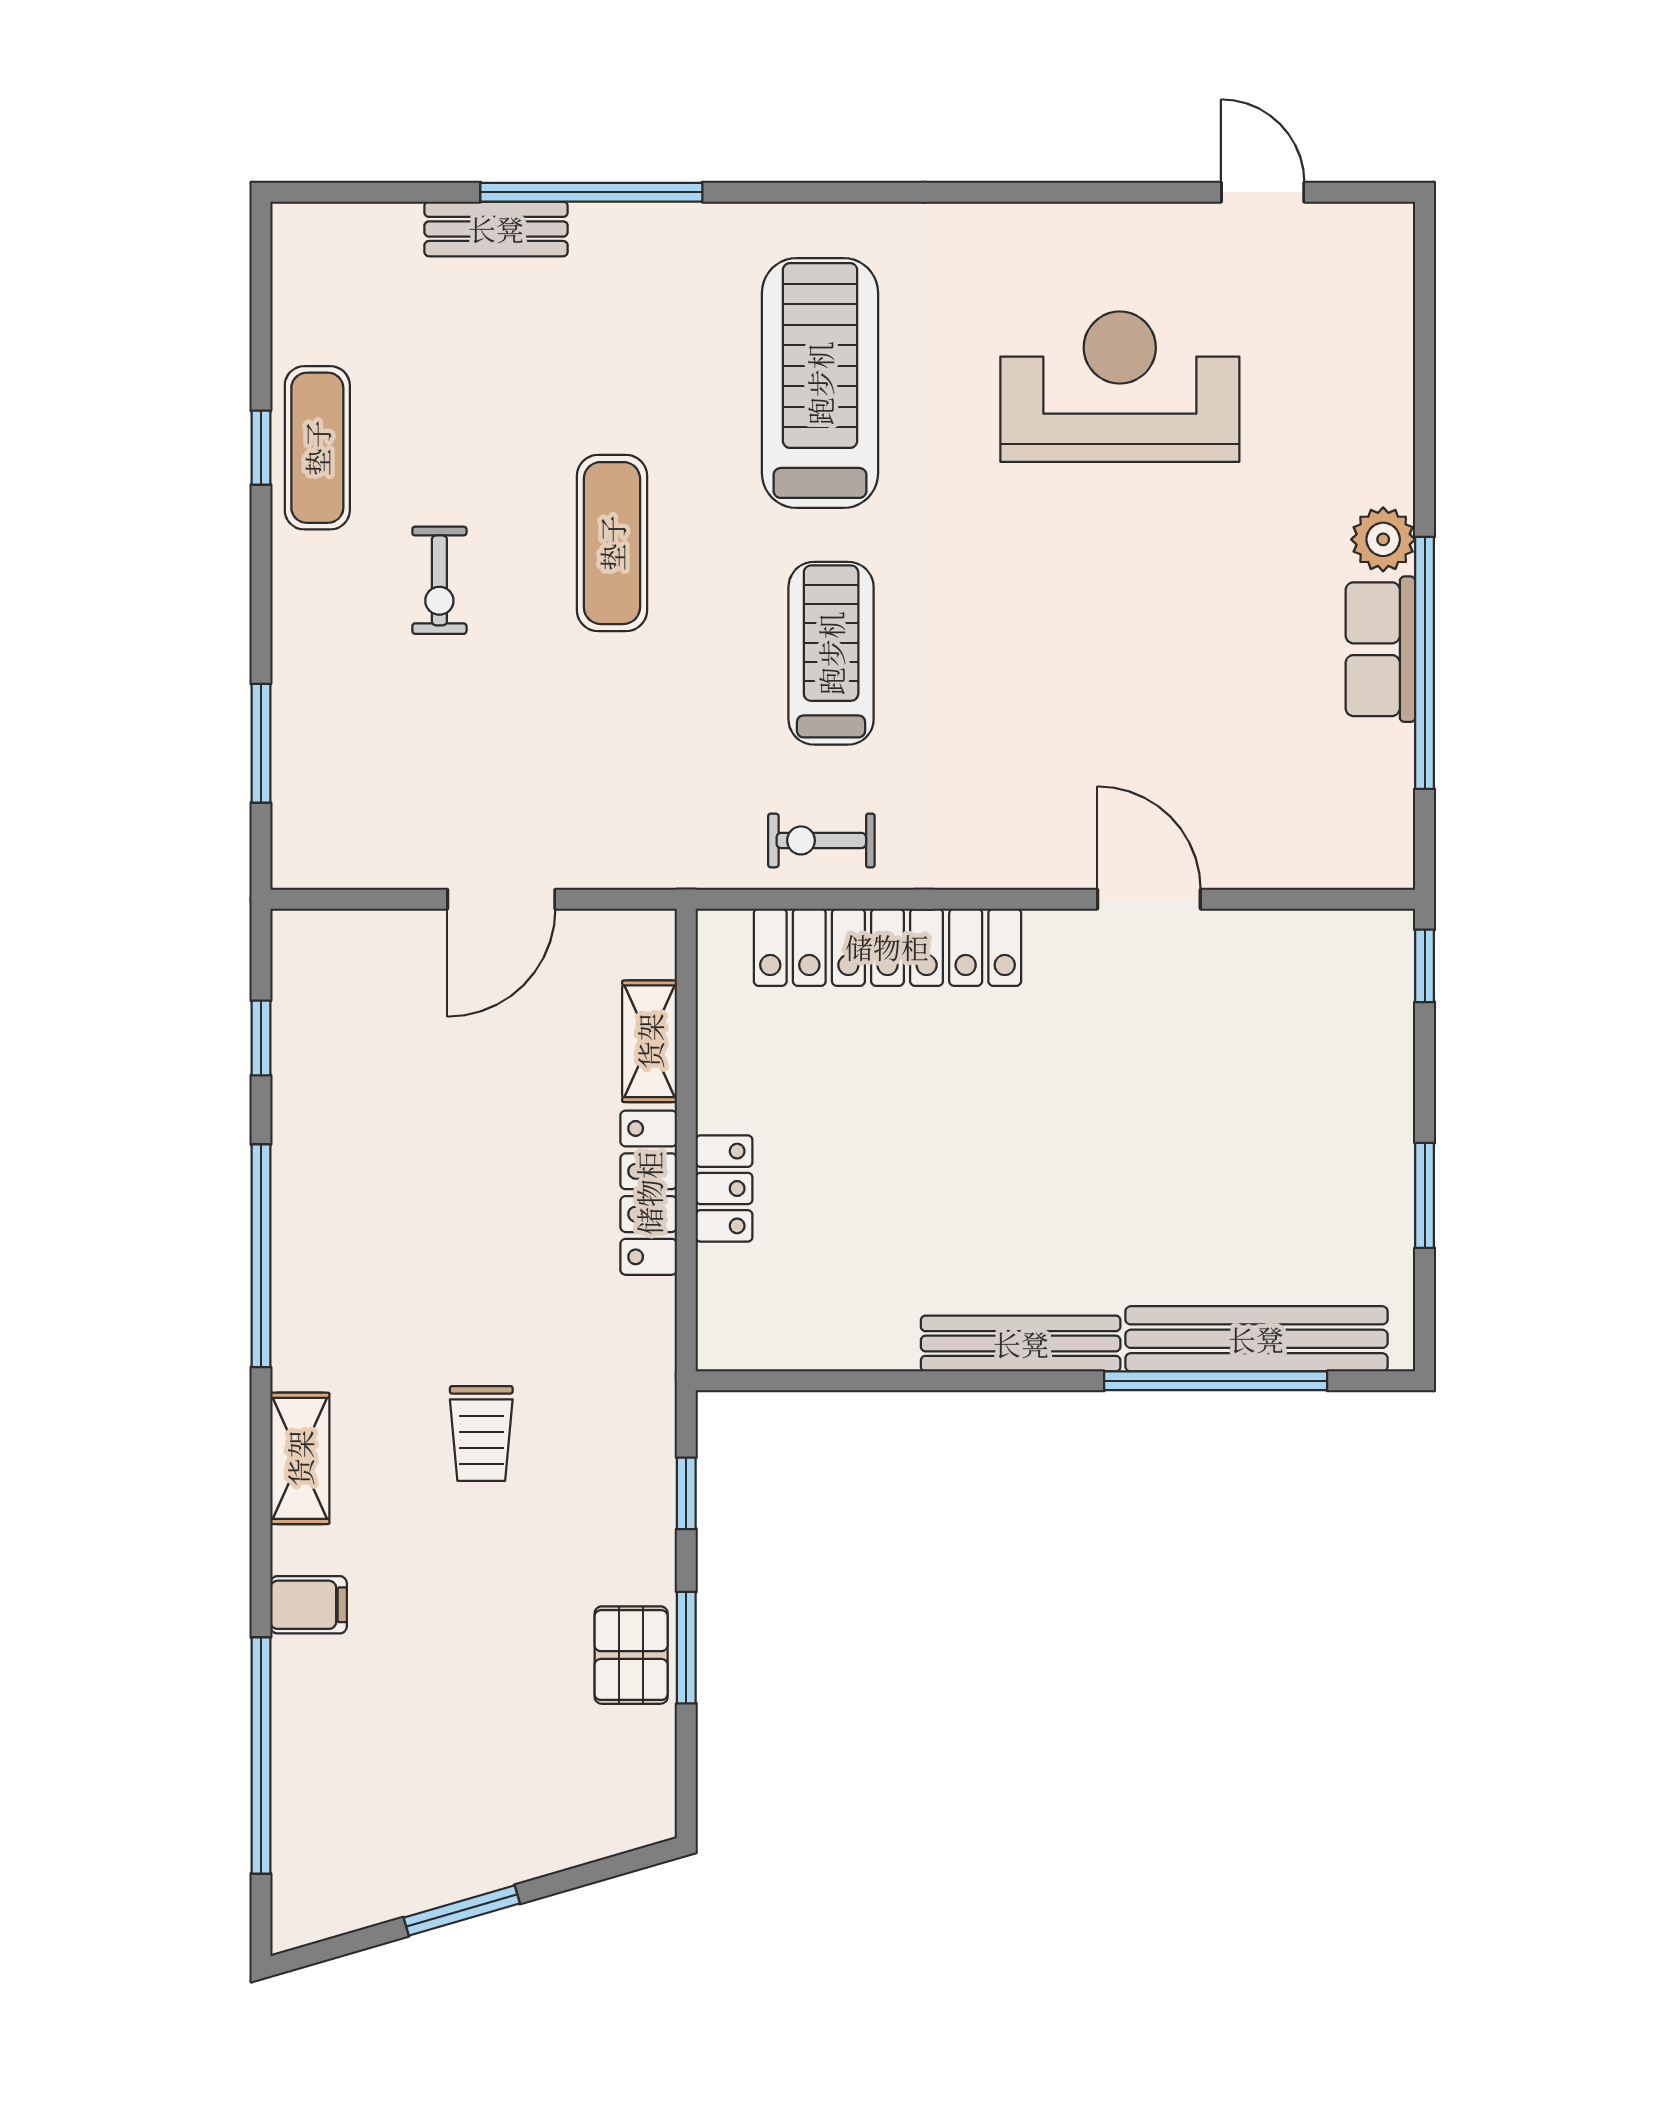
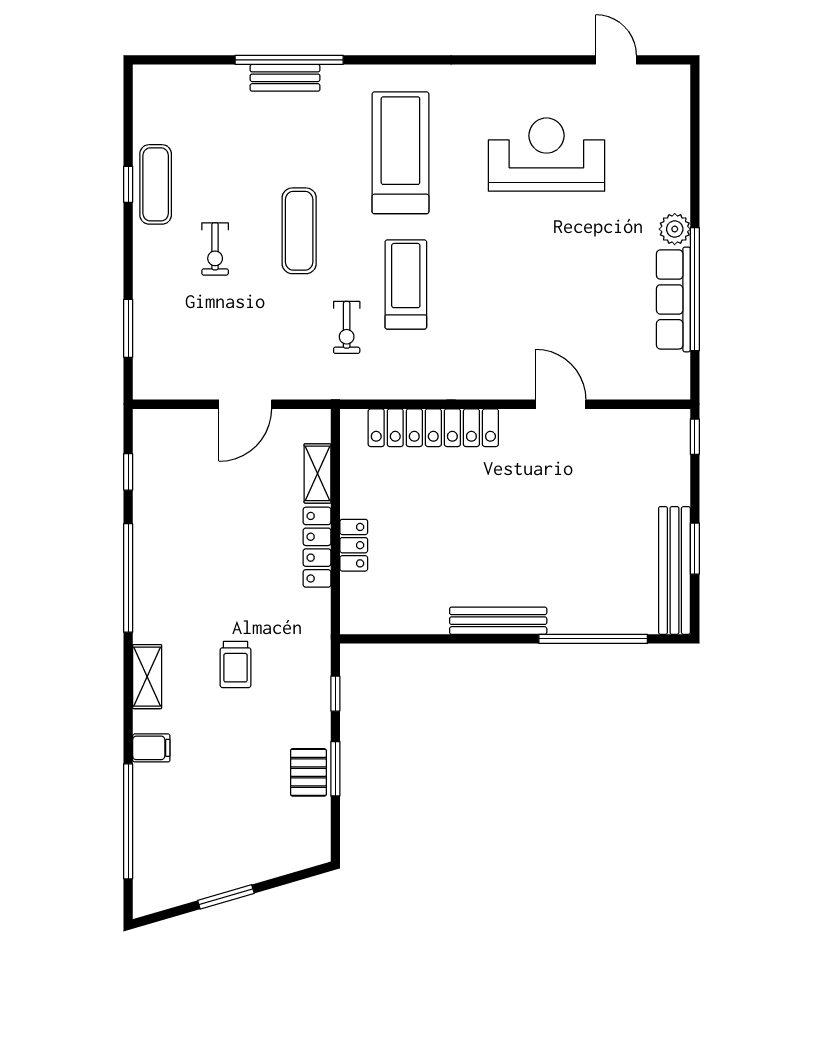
bench: (496, 229) -> (285, 78), moved
row of seats: (1380, 649) -> (673, 299), width x1.48
exercise bike: (821, 840) -> (347, 327), moved, turned -90
bench: (1256, 1339) -> (674, 570), moved, turned 90

